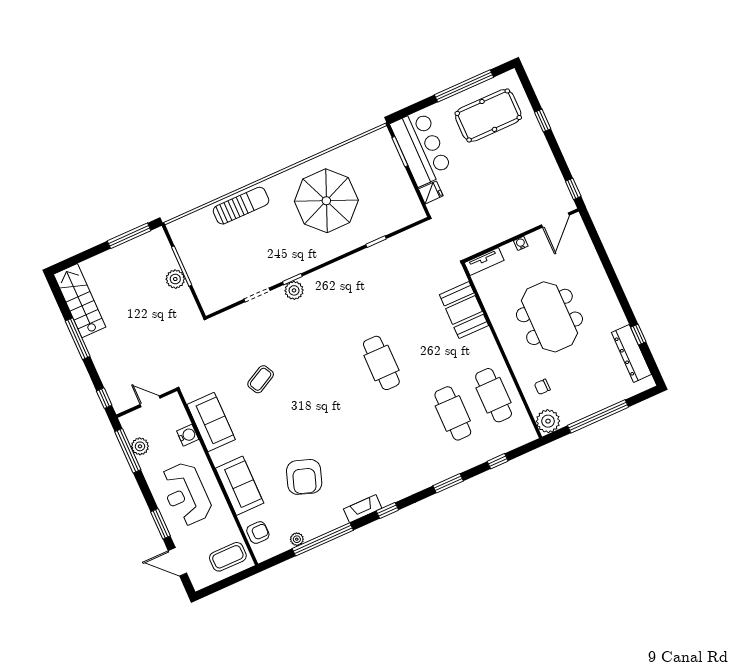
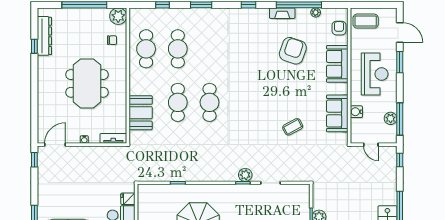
cafe table: (422, 345) -> (178, 102), added
fireplace: (363, 509) -> (282, 13), moved
armchair: (258, 533) -> (339, 28), turned 90

